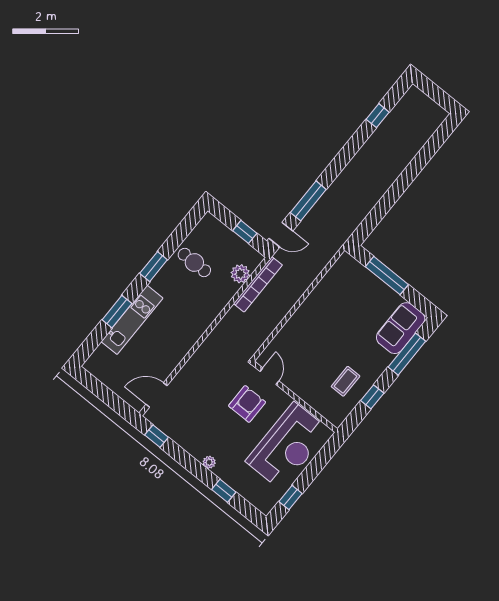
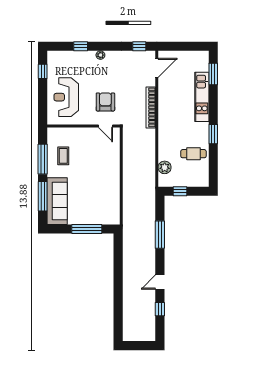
door: (281, 235) -> (160, 282), moved
bookcase: (258, 284) -> (151, 107), moved
window: (117, 312) -> (213, 74), moved
sofa: (401, 328) -> (57, 201), width x1.36
window: (372, 397) -> (43, 159), width x2.17
armchair: (247, 404) -> (105, 102), turned 180
reception desk: (287, 446) -> (66, 97), width x0.74, depth x0.77

